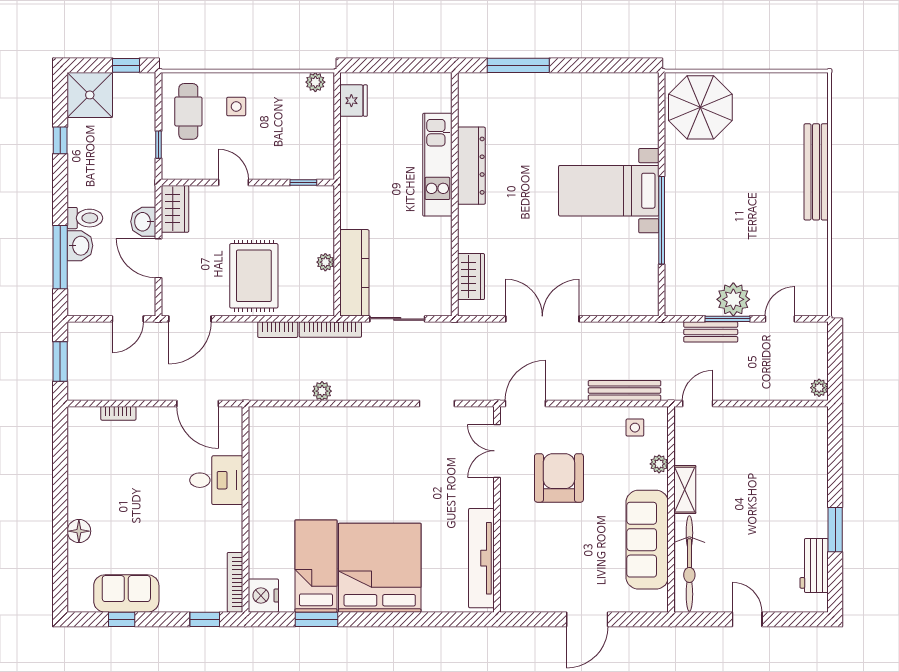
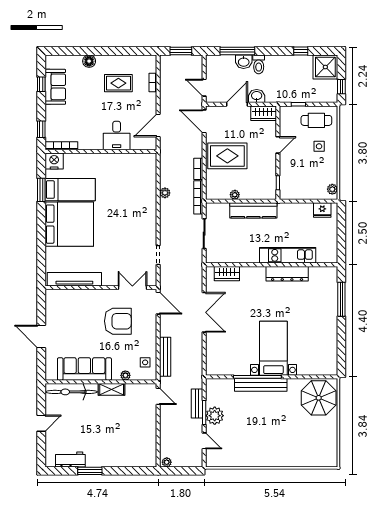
bench: (816, 172) -> (261, 385), moved
kitchen counter: (354, 273) -> (253, 210), moved
rug: (119, 477) -> (118, 83), added

